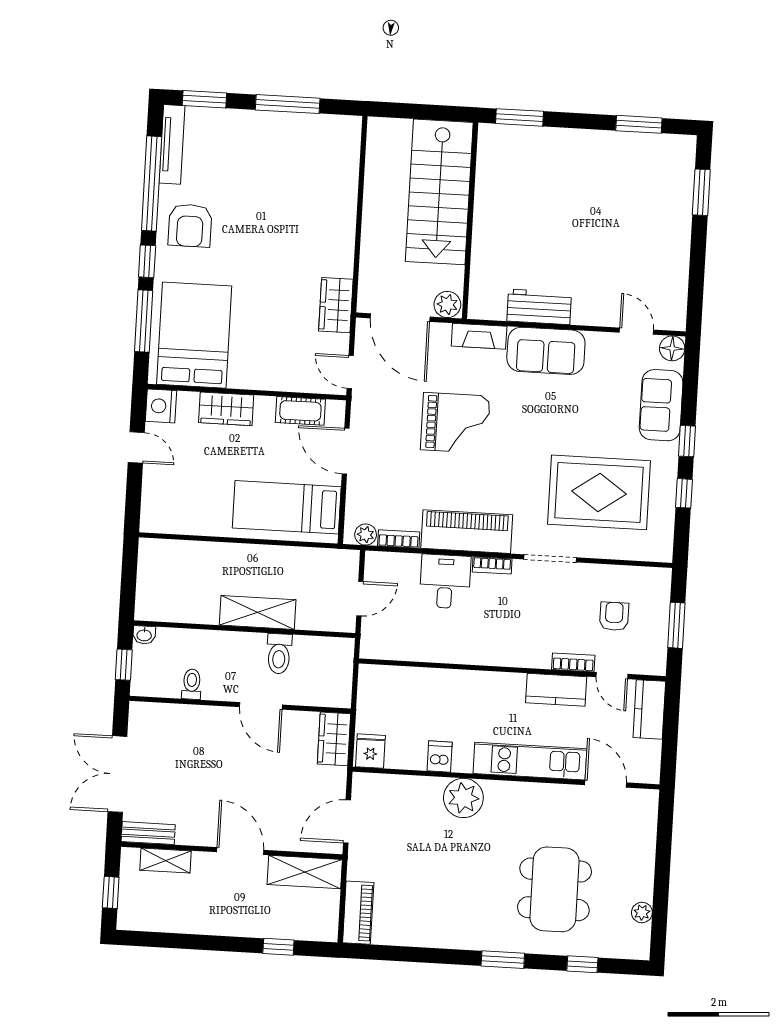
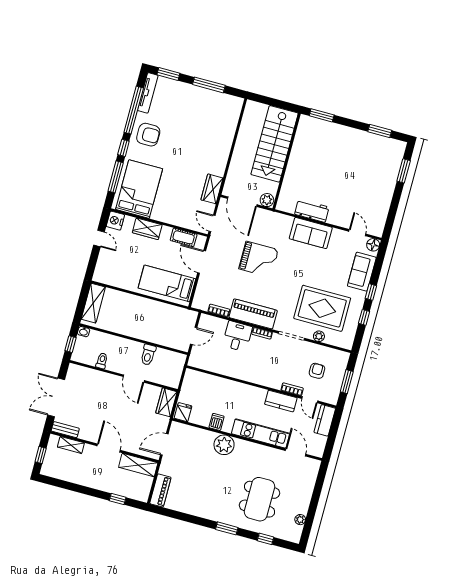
armchair: (190, 225) -> (148, 135), turned -90
fireplace: (479, 336) -> (279, 219), removed
plant: (366, 535) -> (319, 336), moved
shelving: (258, 612) -> (93, 303), moved, turned 90

